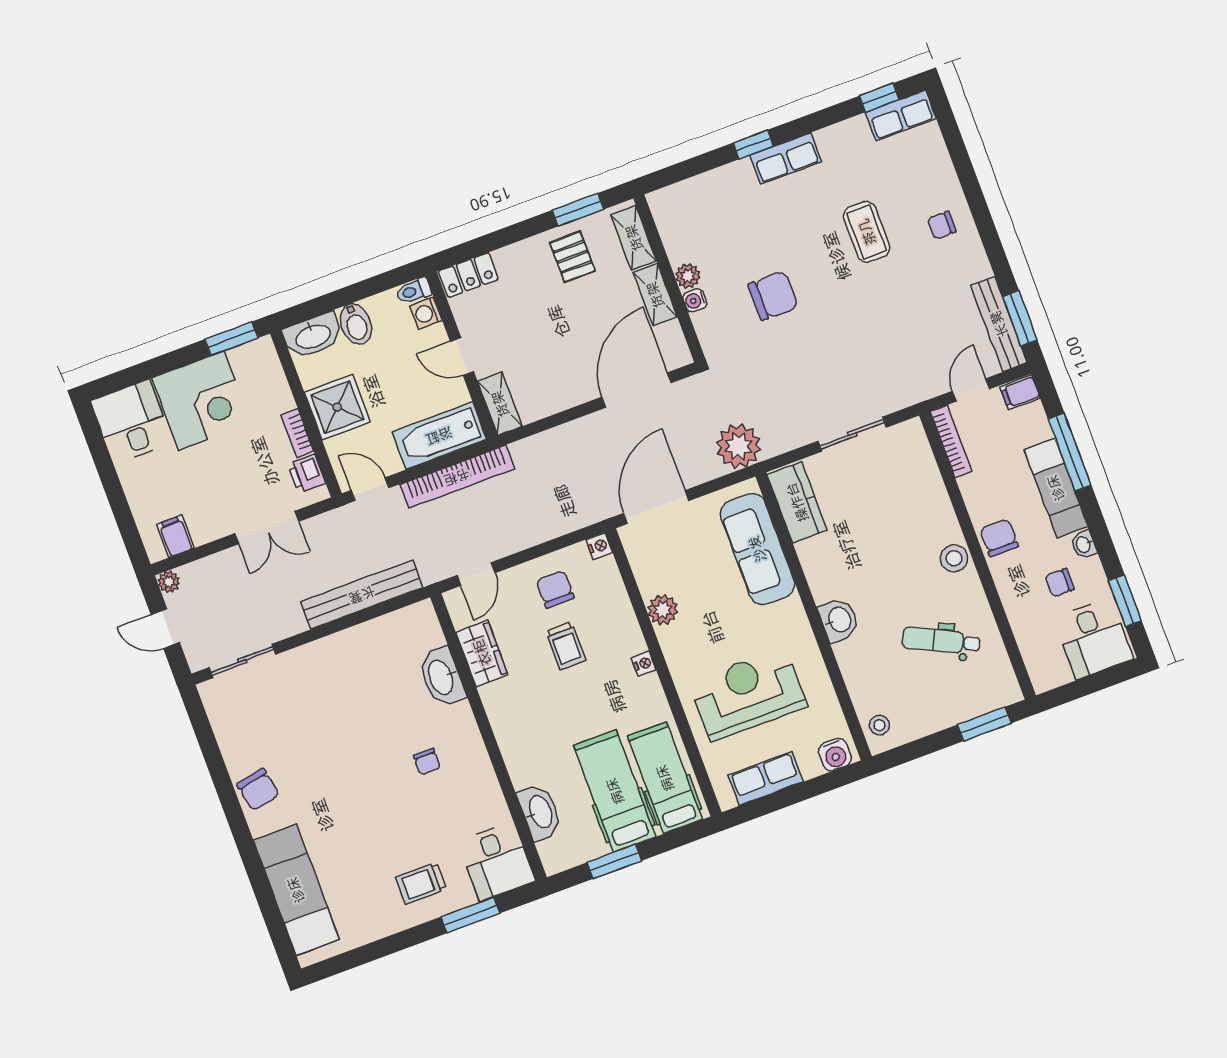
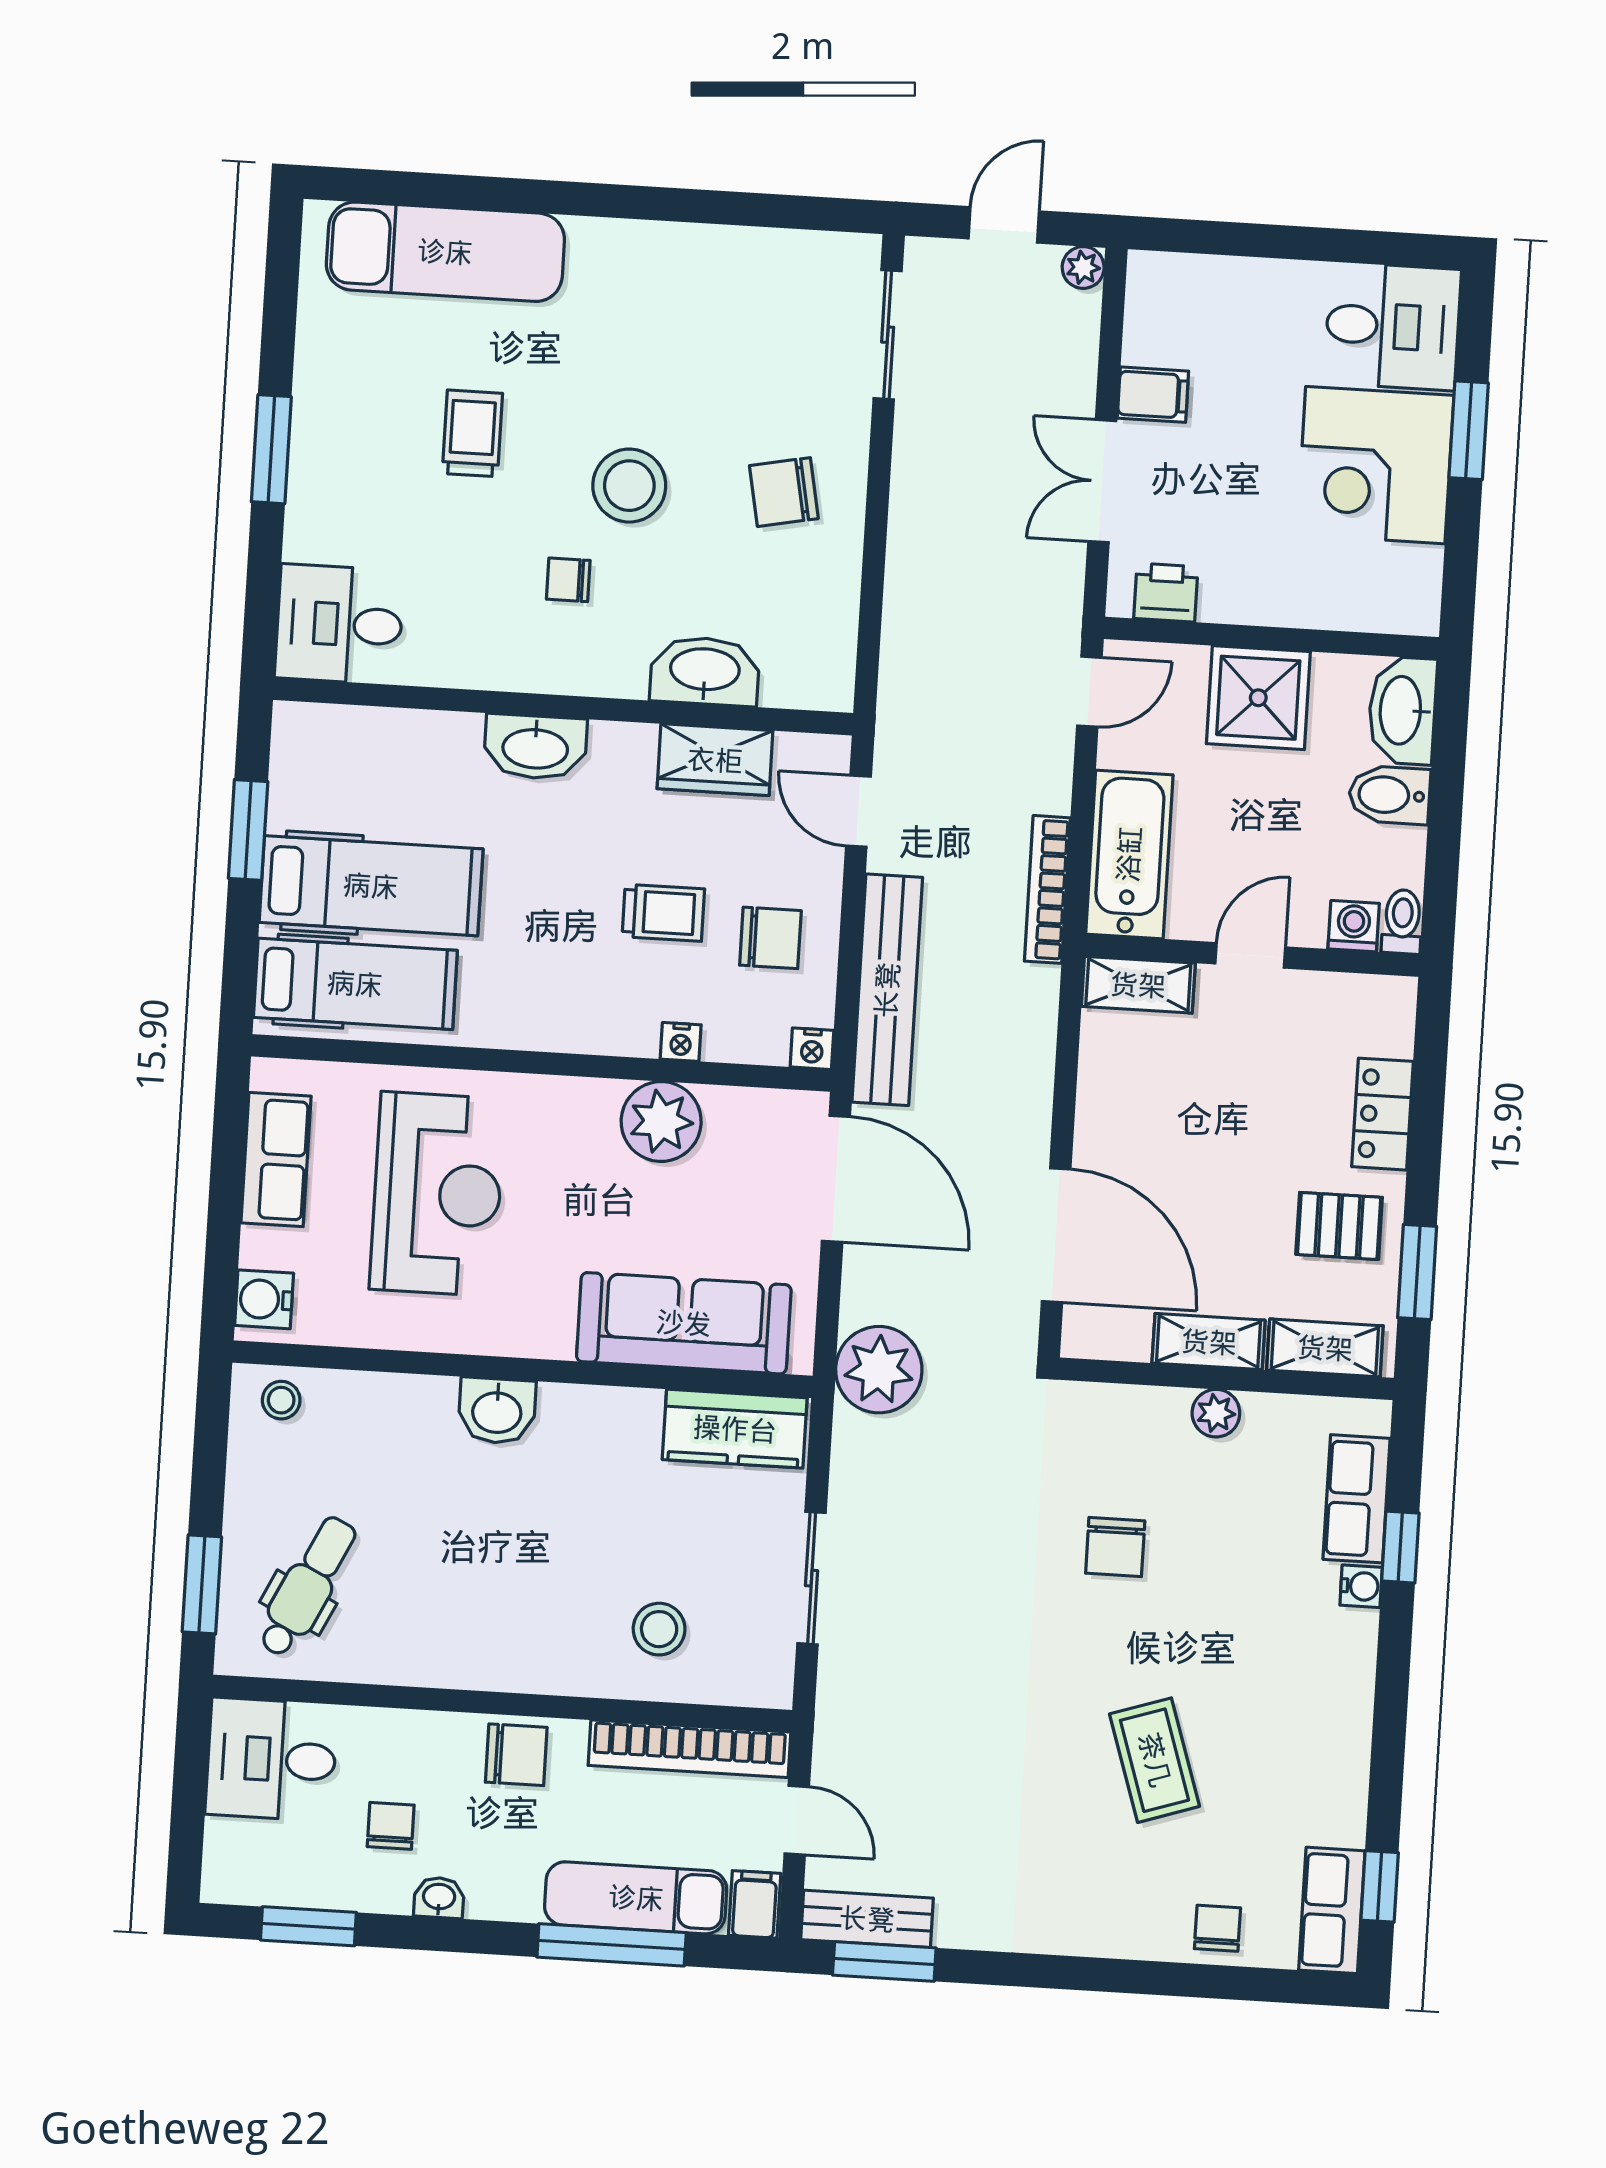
window: (753, 144) -> (1400, 1547), moved
row of seats: (786, 158) -> (1357, 1499), moved
chair: (942, 225) -> (1217, 1928), moved
coffee table: (867, 232) -> (1155, 1760), turned 72
locker: (468, 275) -> (1383, 1114), moved
chair: (773, 296) -> (1115, 1547), width x0.73, depth x0.73
water cooler: (695, 300) -> (1361, 1586), moved, turned 90
bench: (999, 324) -> (867, 1919), width x0.73
window: (231, 339) -> (1469, 430), moved
bookcase: (297, 433) -> (1244, 608), removed
bookcase: (951, 441) -> (689, 1749), width x1.48, depth x1.31
bookcase: (457, 477) -> (1047, 889), width x0.68, depth x0.76
exam couch: (1056, 488) -> (636, 1898), moved
filing cabinet: (175, 536) -> (1153, 395), moved
stool: (954, 558) -> (659, 1629), moved
bench: (362, 595) -> (887, 990), moved
plant: (663, 610) -> (661, 1122), width x1.36, depth x1.36
desk: (1093, 639) -> (271, 1759), moved
dental chair: (941, 641) -> (307, 1587), moved
trolley: (566, 646) -> (663, 913), turned 180
nightstand: (644, 664) -> (681, 1042), moved
stool: (369, 752) -> (629, 486), added
chair: (258, 790) -> (784, 492), moved
washbasin: (540, 812) -> (535, 747), moved
trolley: (421, 883) -> (472, 433), moved
window: (470, 915) -> (271, 449), moved

